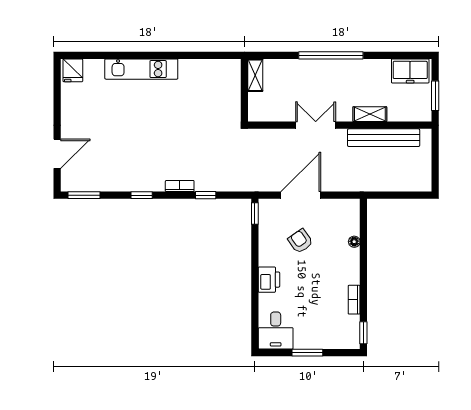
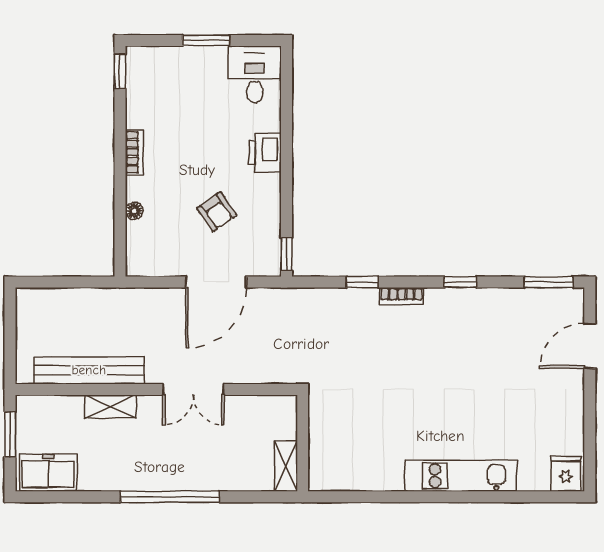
bookcase: (354, 300) -> (134, 152), moved

